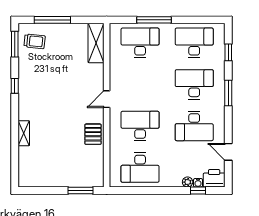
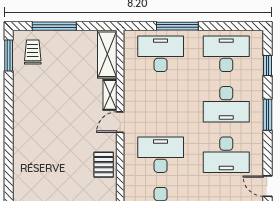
trolley: (35, 41) -> (33, 52), turned -96
desk: (194, 84) -> (226, 104), turned 180
window: (15, 86) -> (9, 106), removed
shelving: (24, 133) -> (110, 95), moved

